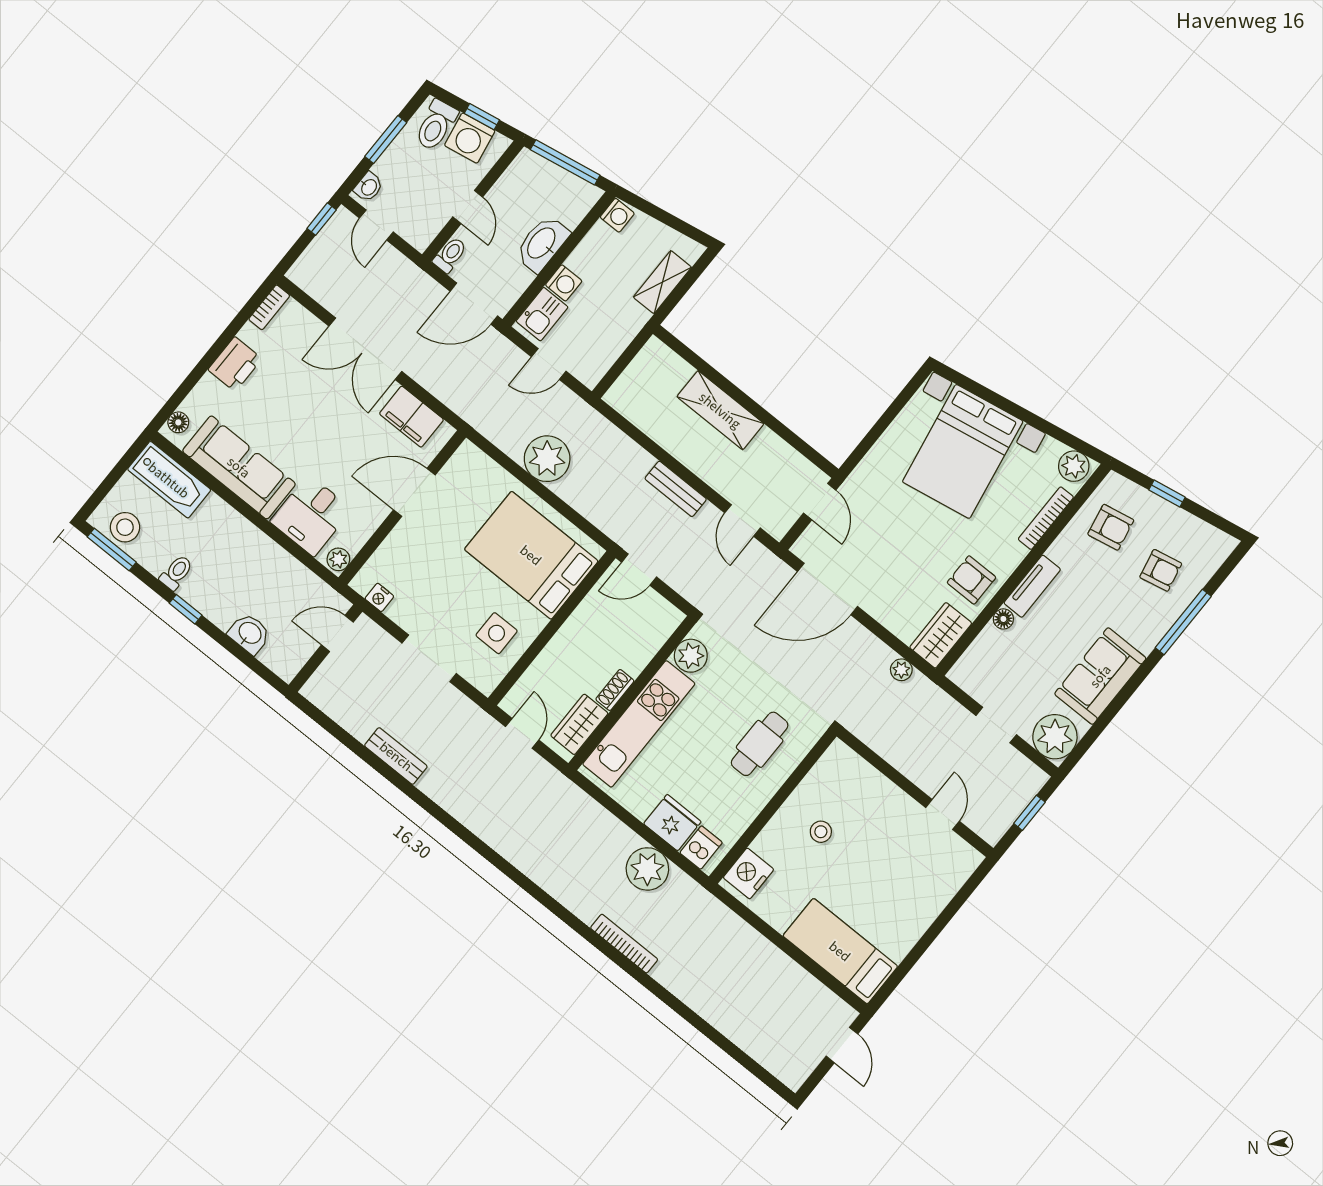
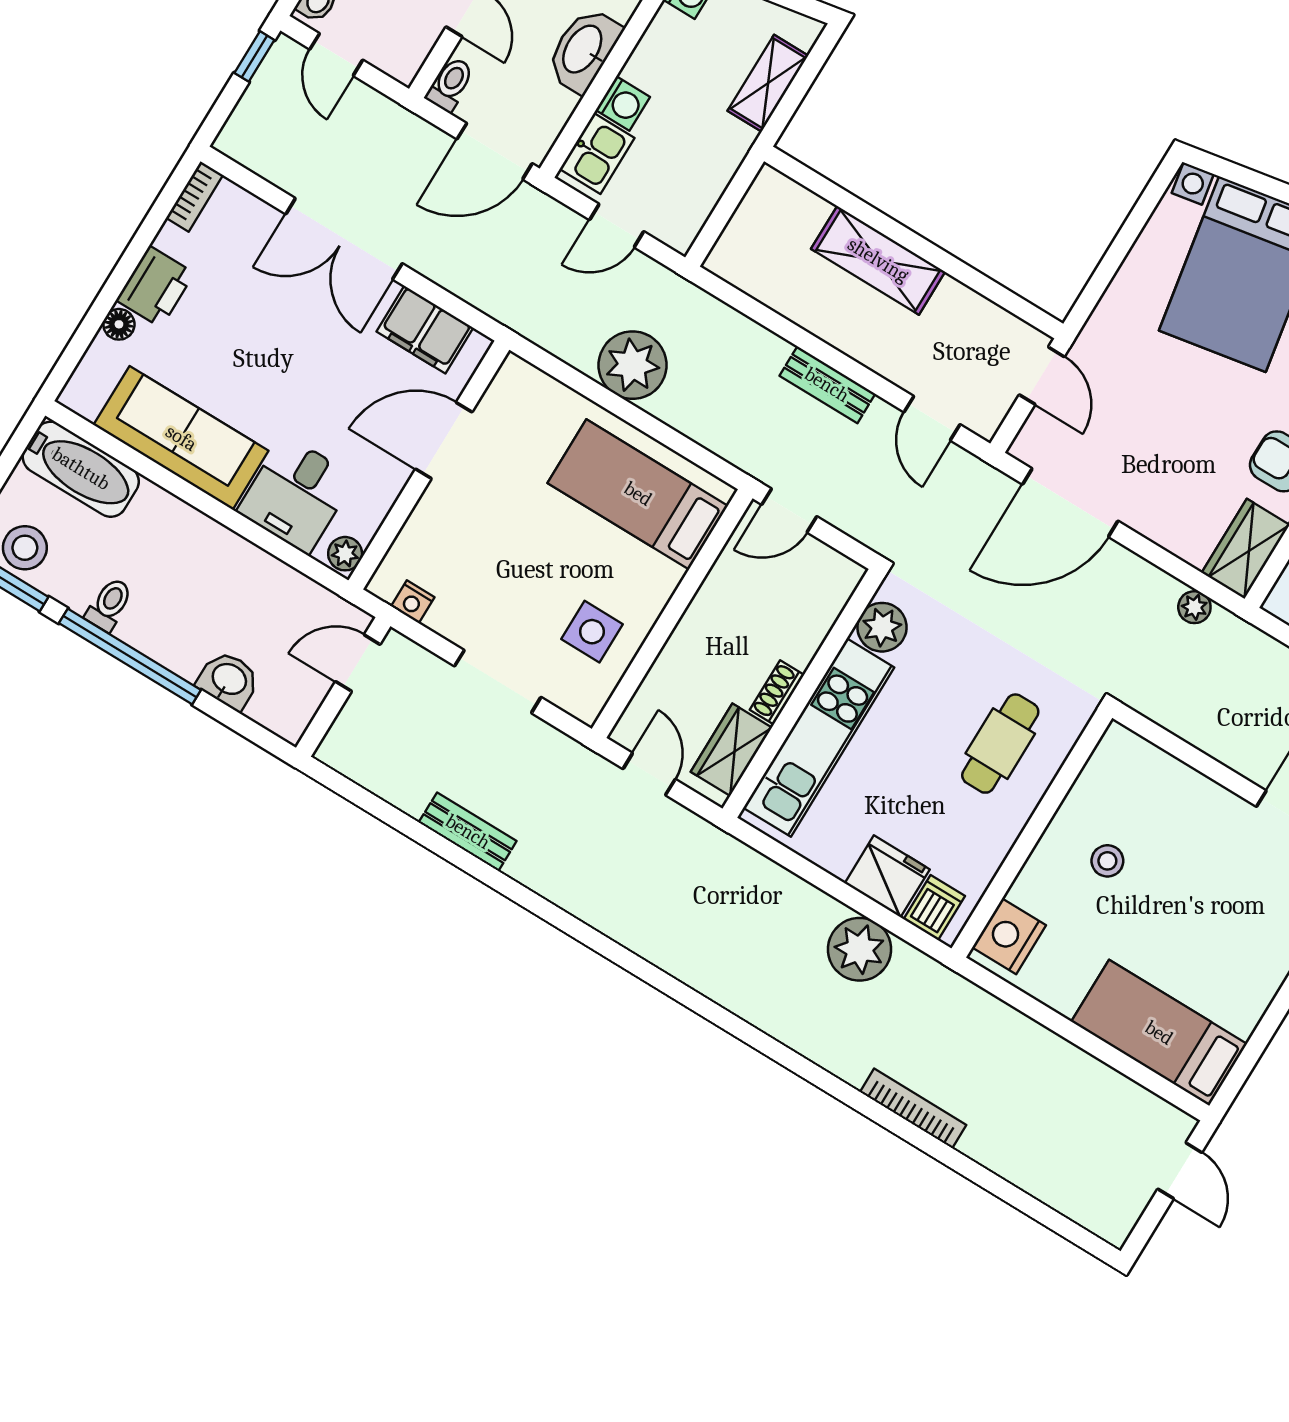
floor lamp: (178, 422) -> (119, 324), moved
bed: (531, 555) -> (638, 494), width x0.67
window: (186, 609) -> (130, 657), width x3.17
bookcase: (624, 944) -> (913, 1108), moved

